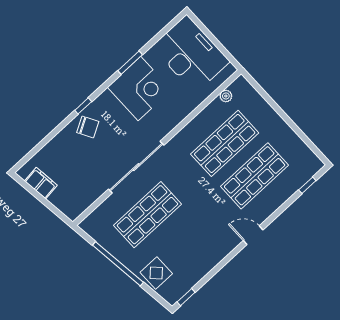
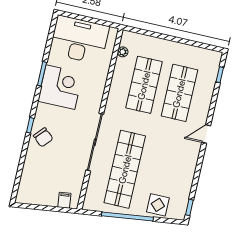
chair: (88, 127) -> (43, 137), turned 71
filing cabinet: (41, 183) -> (64, 200), moved, width x0.50
shop shelf: (147, 215) -> (125, 169), width x1.40

